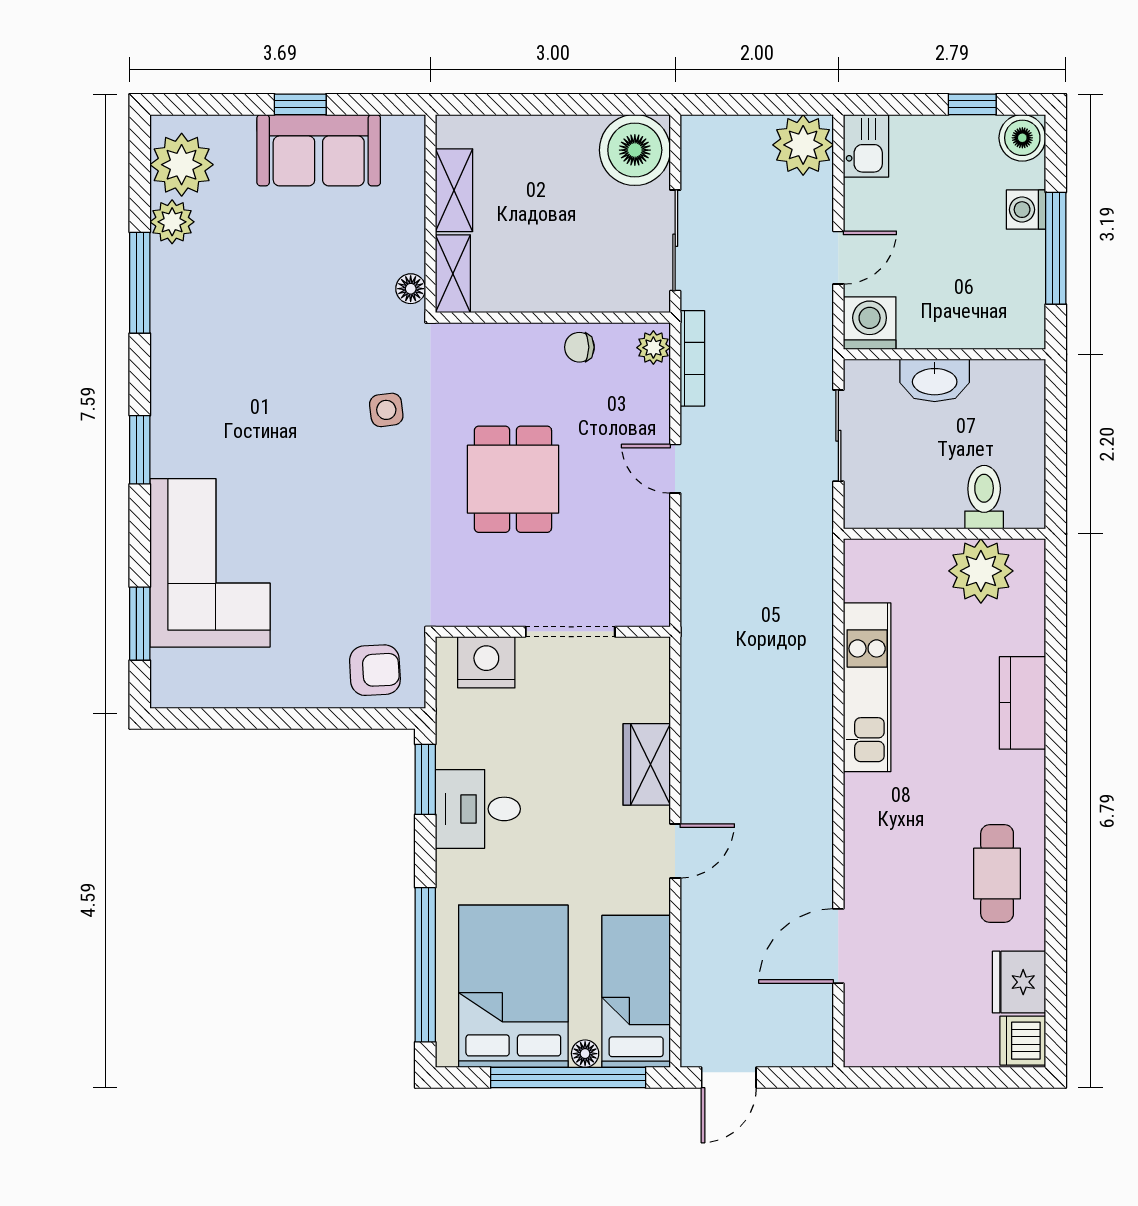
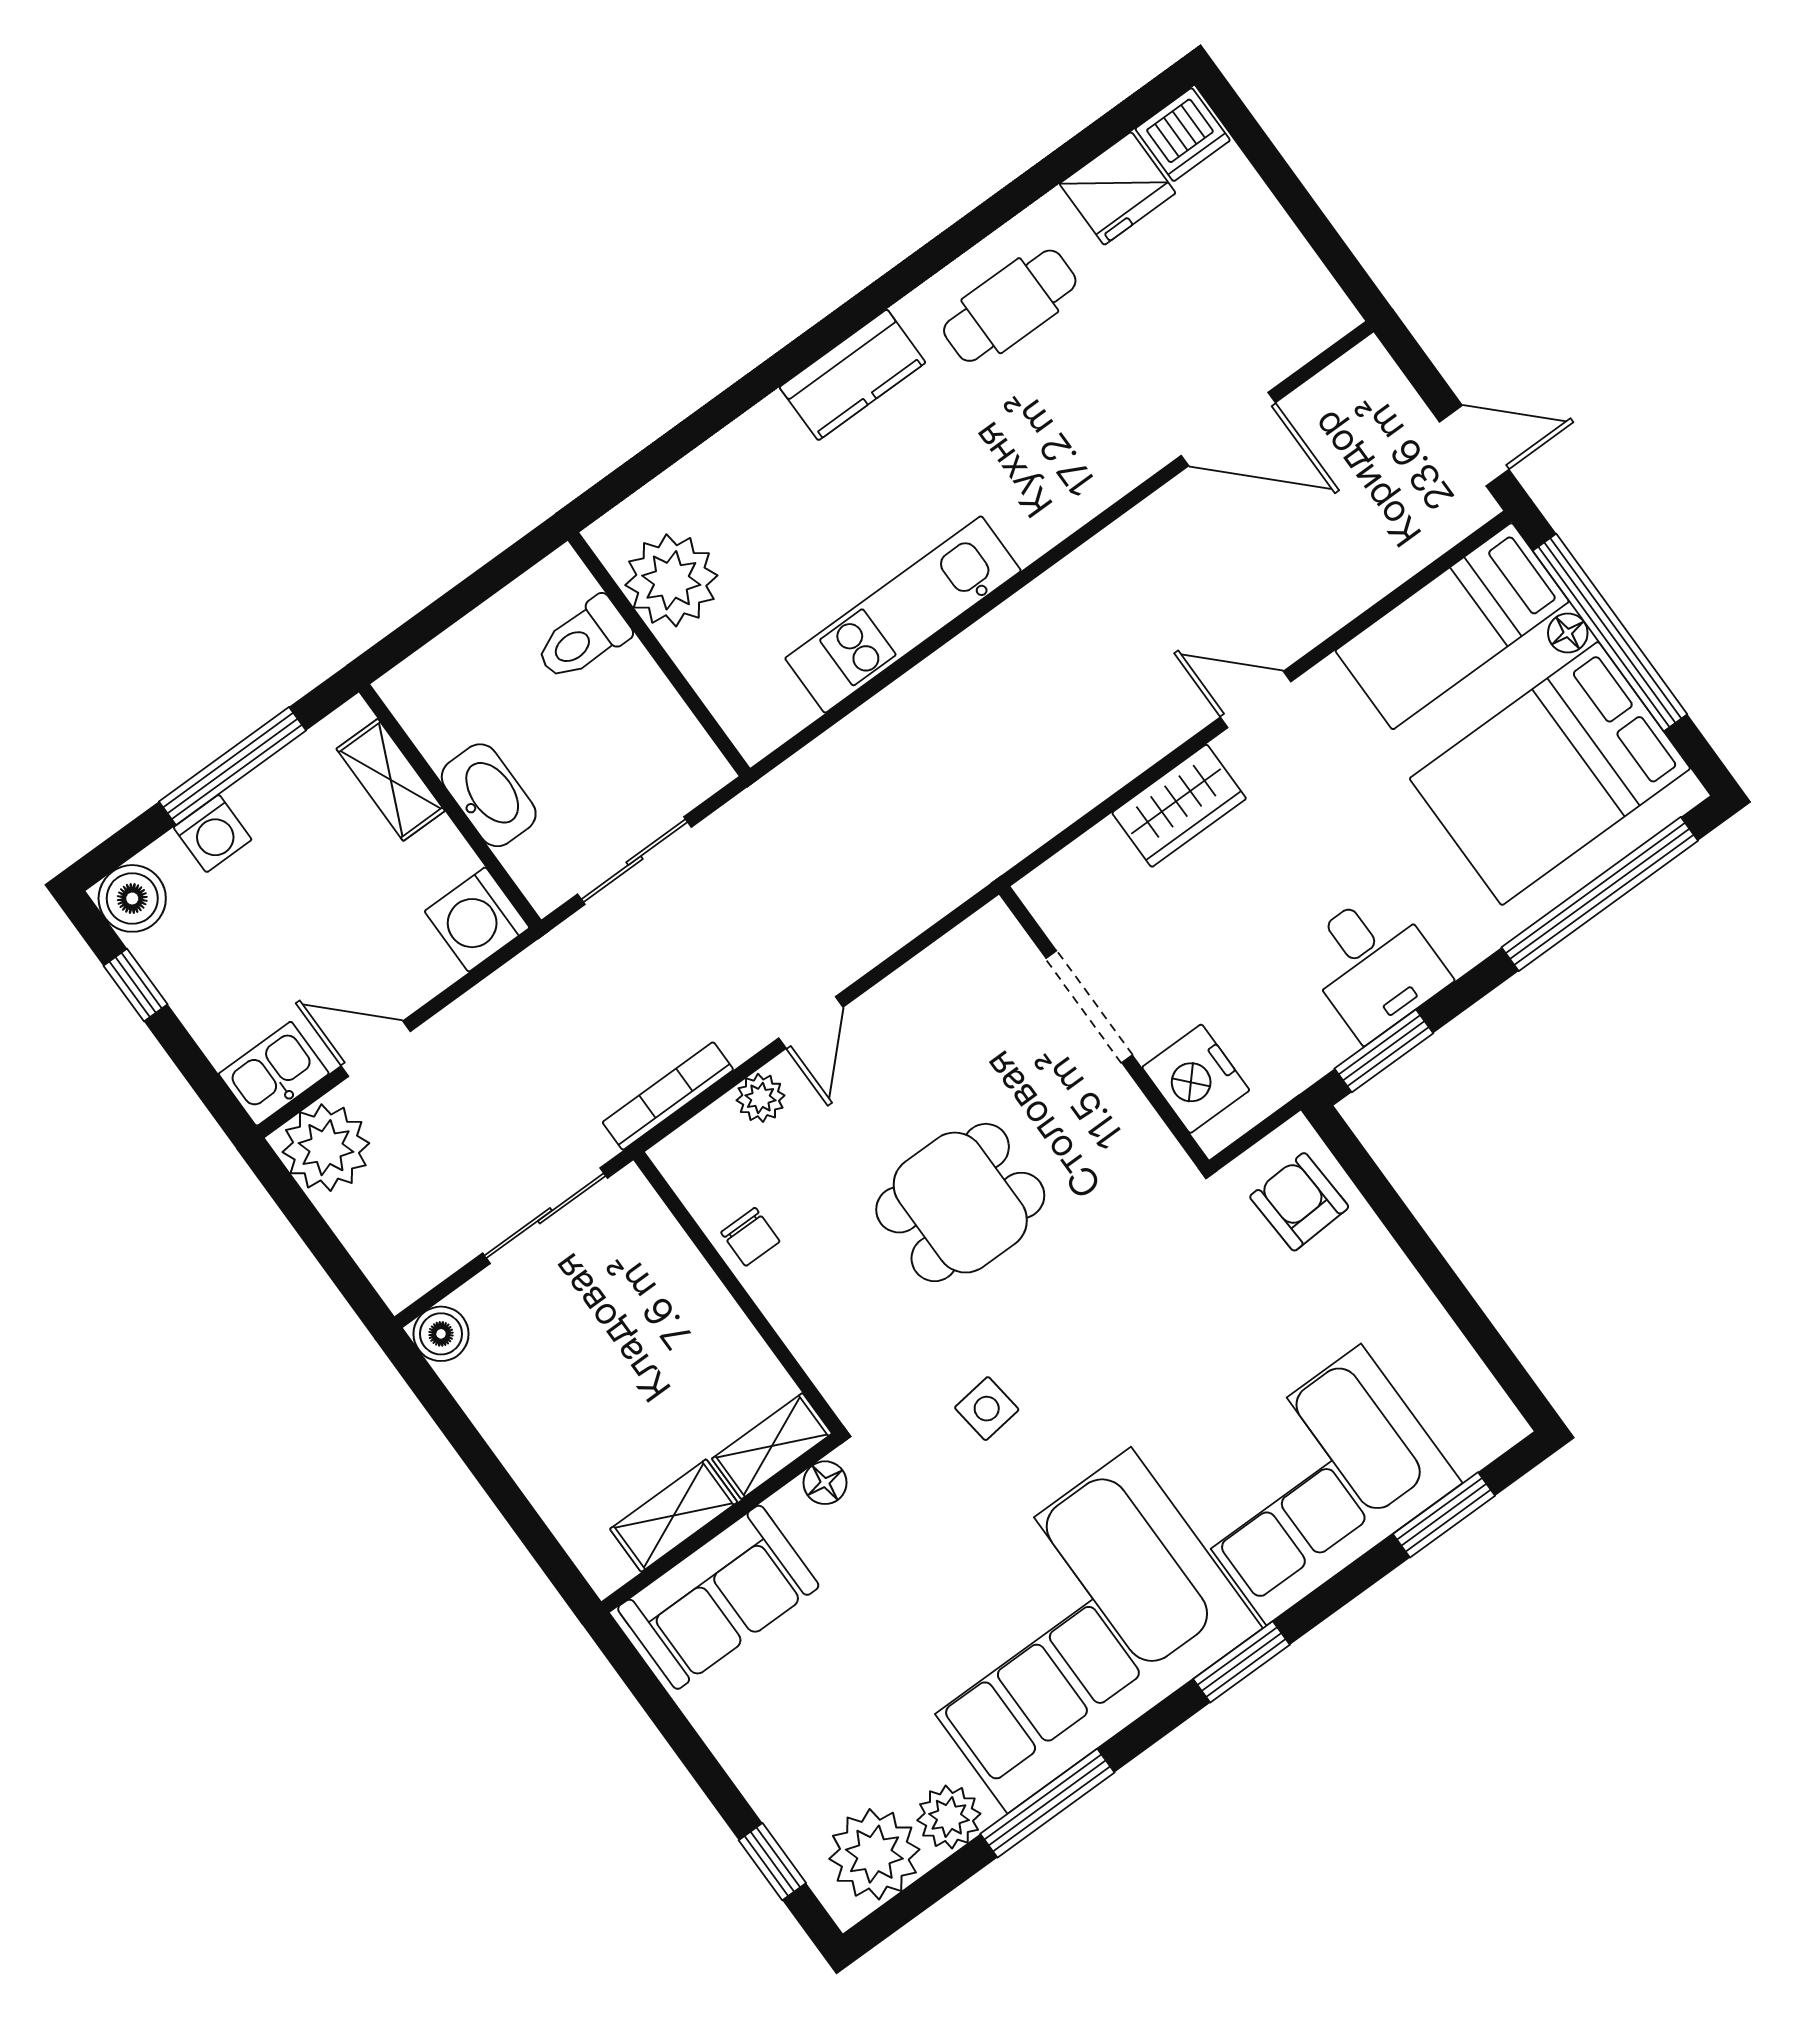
window: (300, 104) -> (772, 1862), moved
sofa: (319, 150) -> (718, 1597), moved, turned 90
boiler: (635, 150) -> (441, 1334), width x0.54, depth x0.54
door: (838, 258) -> (376, 1049), moved
shelving: (983, 332) -> (391, 780), added
plant: (653, 348) -> (761, 1098), moved
corner sofa: (228, 366) -> (1069, 1630), added
kitchen counter: (1022, 703) -> (853, 375), moved

